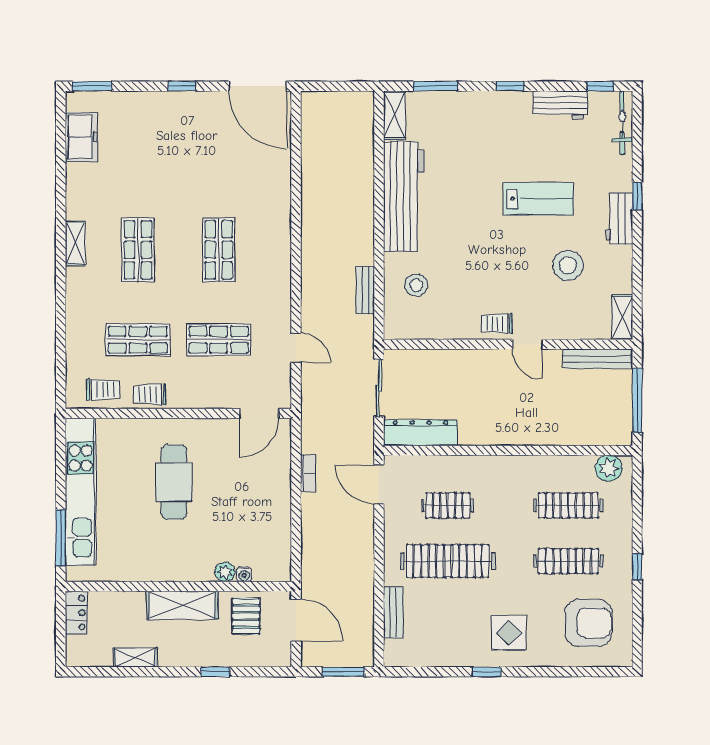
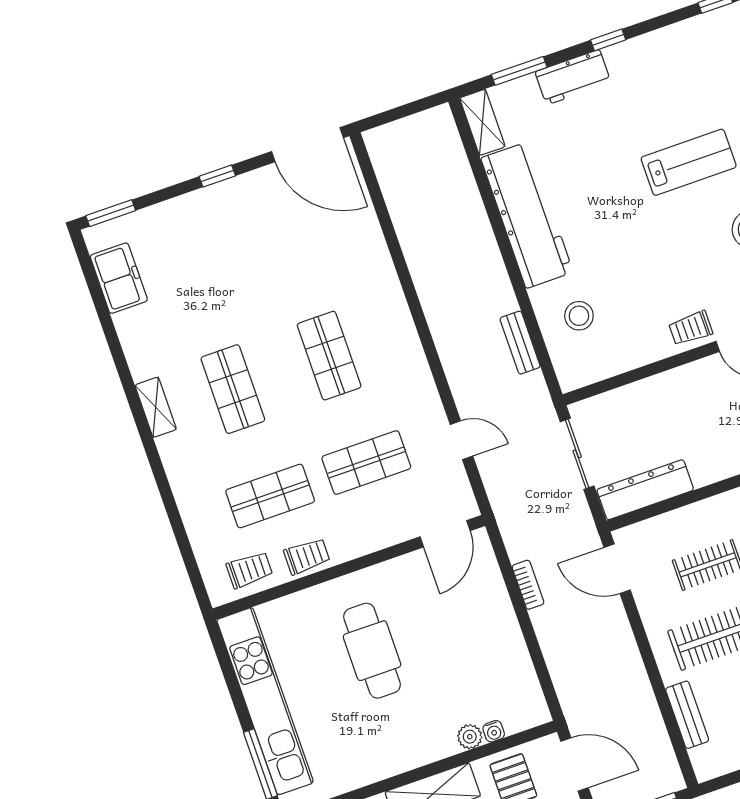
workbench: (560, 105) -> (573, 77), moved
trolley: (150, 394) -> (307, 556), turned 180

